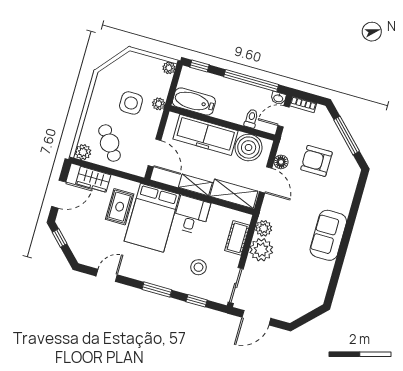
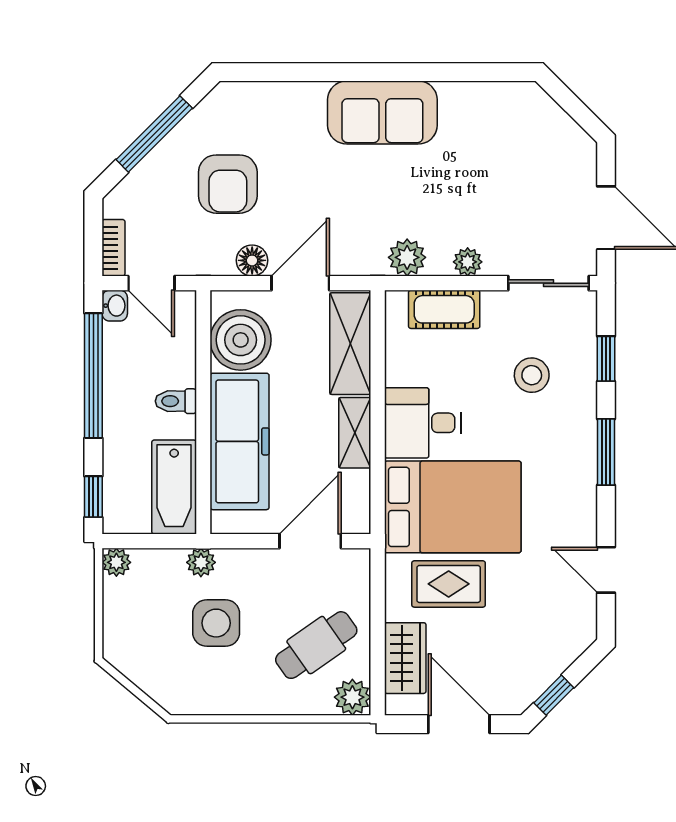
toilet: (251, 119) -> (176, 401), moved
plant: (261, 250) -> (468, 262), width x0.53, depth x0.53

